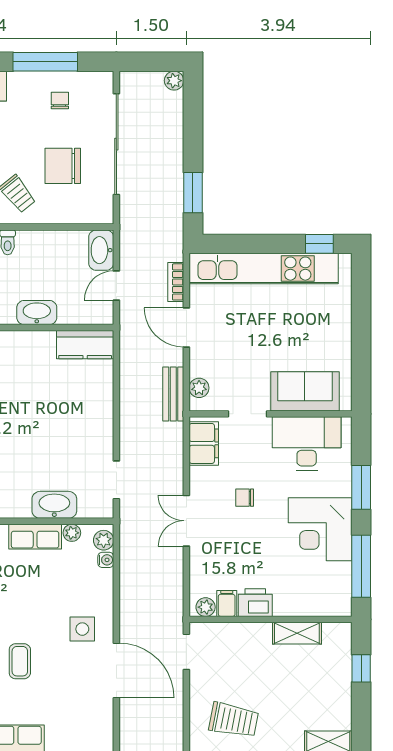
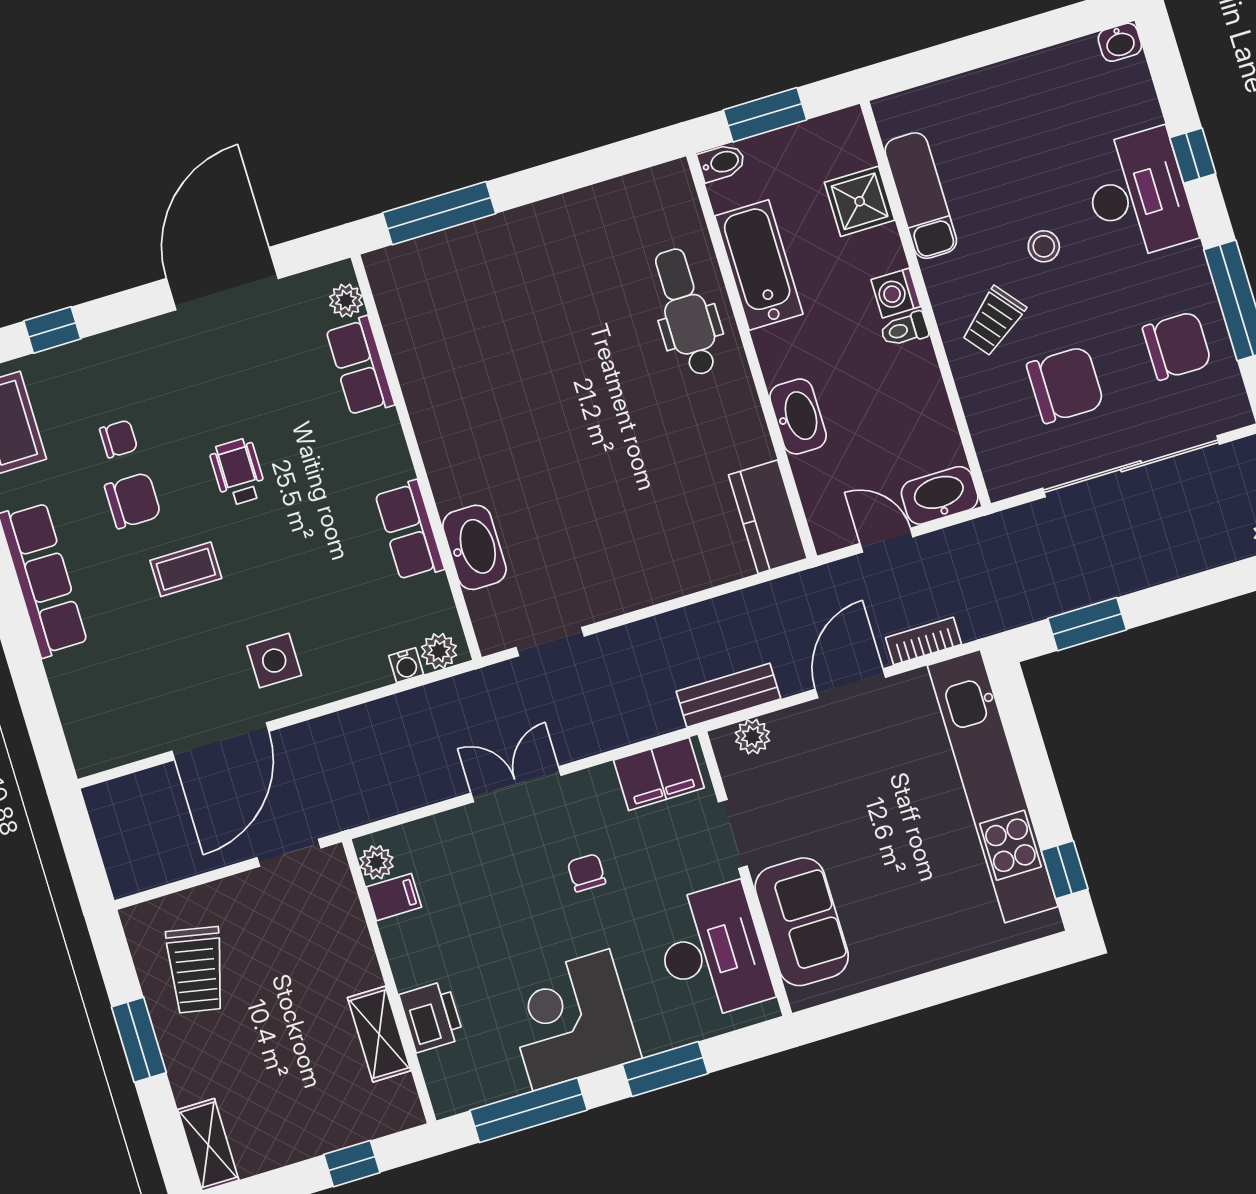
chair: (60, 100) -> (1177, 346), width x1.87, depth x1.87
chair: (63, 166) -> (1065, 385), turned 90
plant: (72, 533) -> (435, 592), removed
printer: (255, 603) -> (432, 1017), moved

